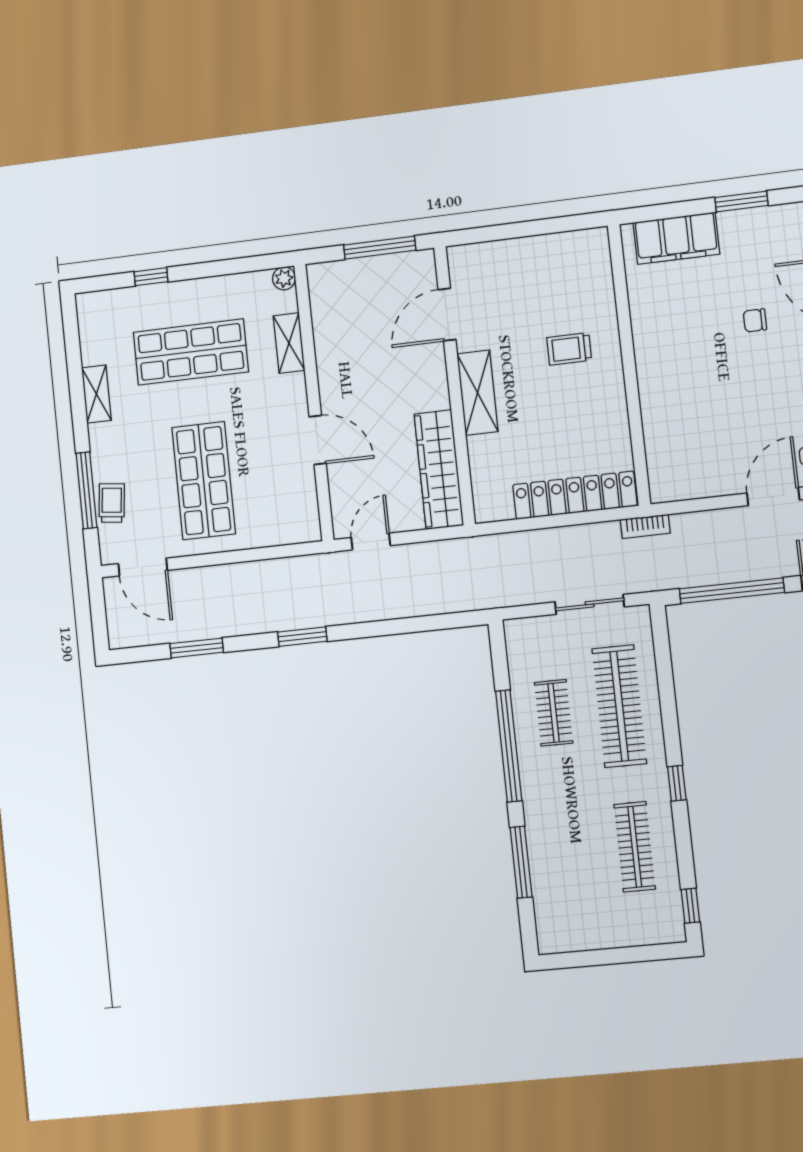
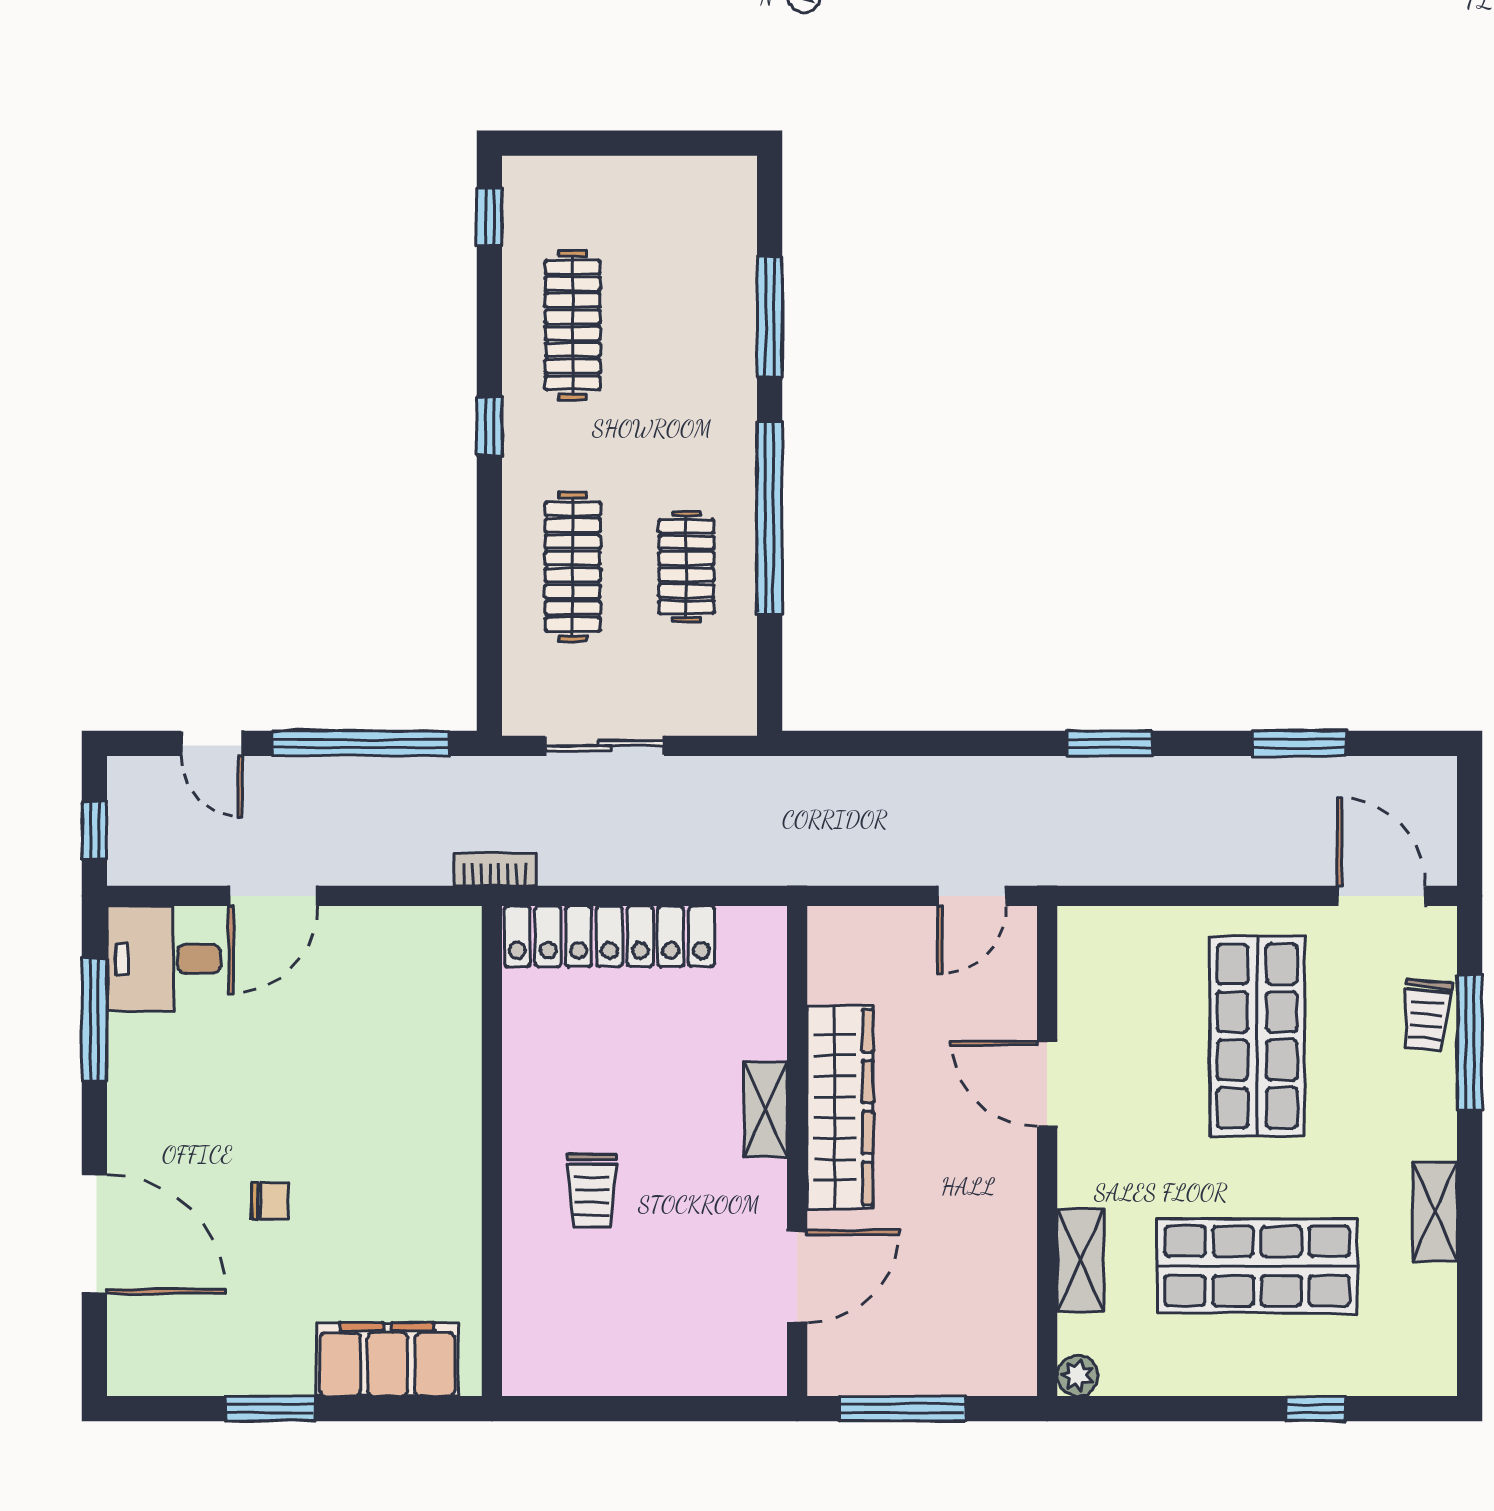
trolley: (569, 349) -> (592, 1191), turned 90
shelving: (478, 393) -> (766, 1110), width x0.67, depth x0.75
wardrobe: (439, 470) -> (840, 1107), moved
clothes rail: (619, 706) -> (573, 567), width x0.73, depth x0.76

